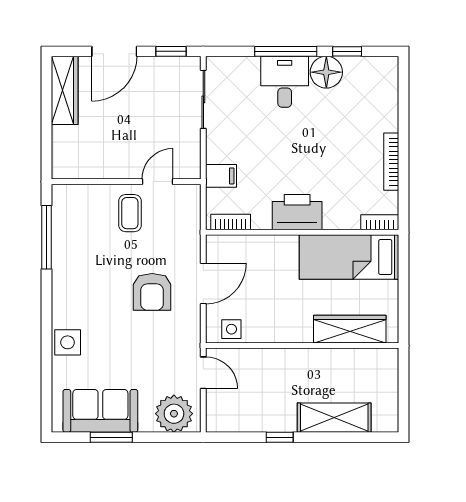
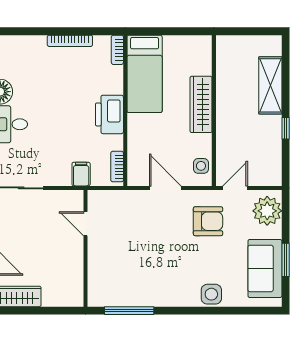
coffee table: (130, 213) -> (110, 245), removed
armchair: (152, 292) -> (208, 221), moved
wardrobe: (350, 329) -> (201, 104), moved

